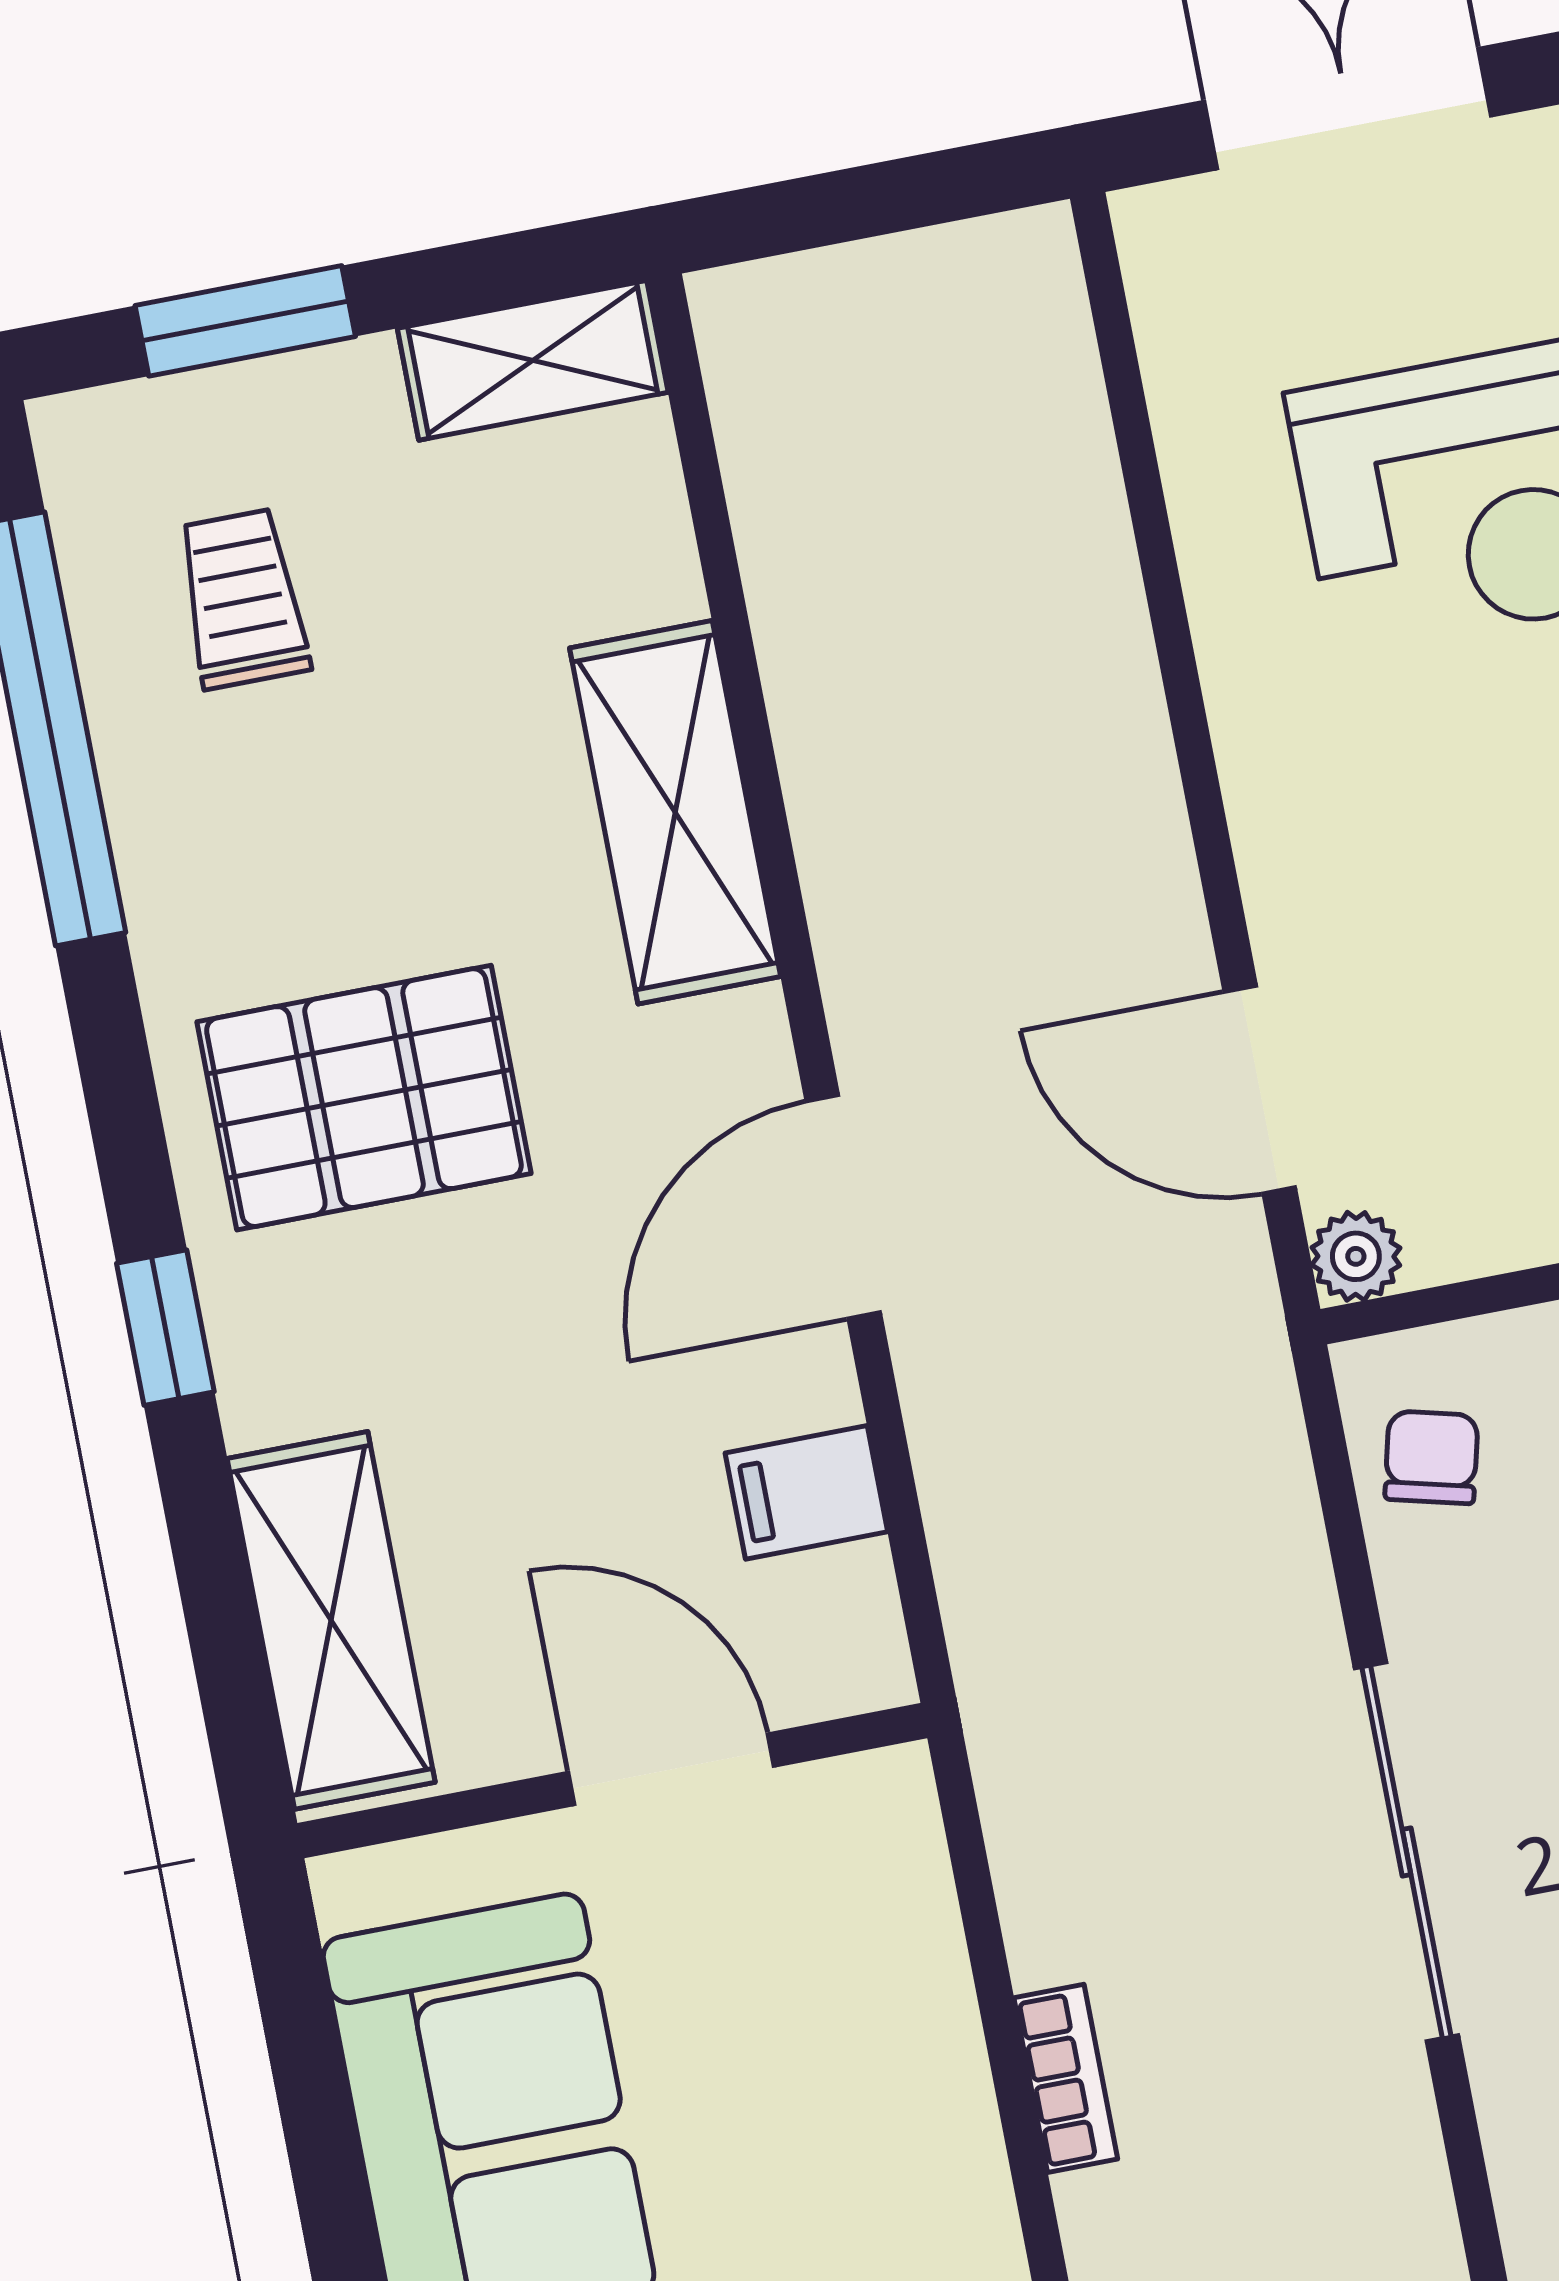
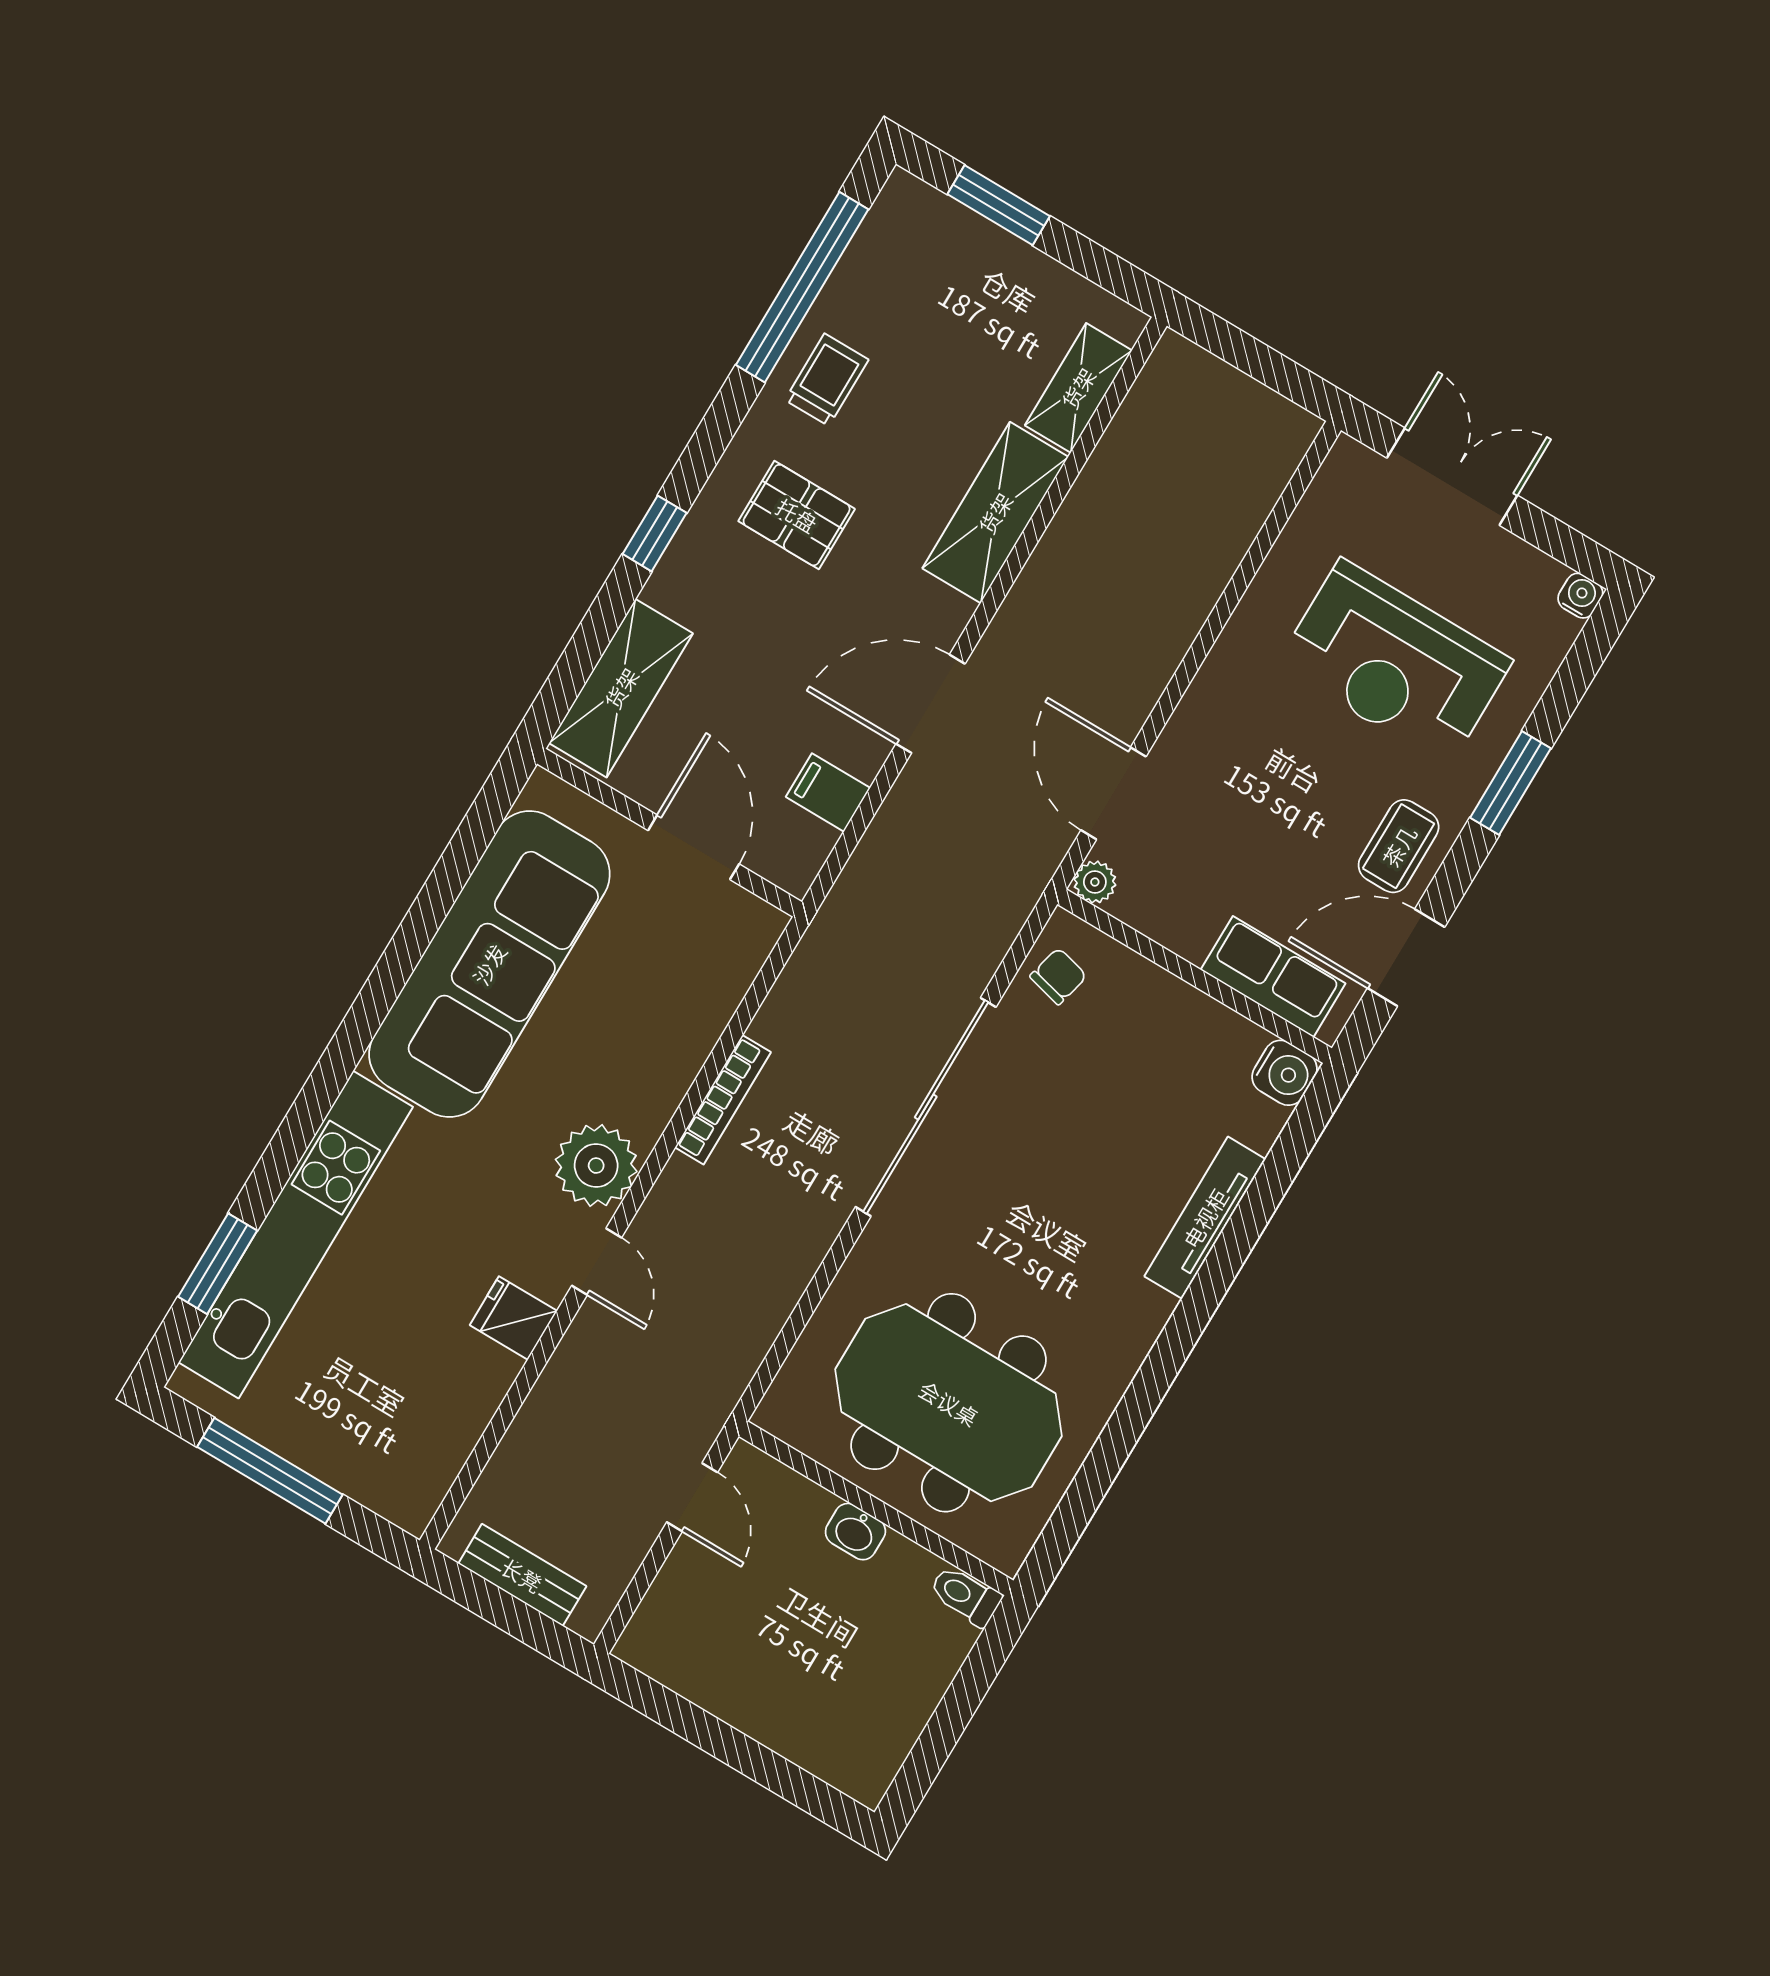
shelving: (533, 360) -> (1078, 388), moved, turned 90
trolley: (242, 599) -> (827, 380), moved
pallet: (364, 1098) -> (797, 515), width x0.67, depth x0.71
sliding door: (1407, 1852) -> (926, 1107), width x1.36
bookcase: (1066, 2078) -> (723, 1100), width x1.56

